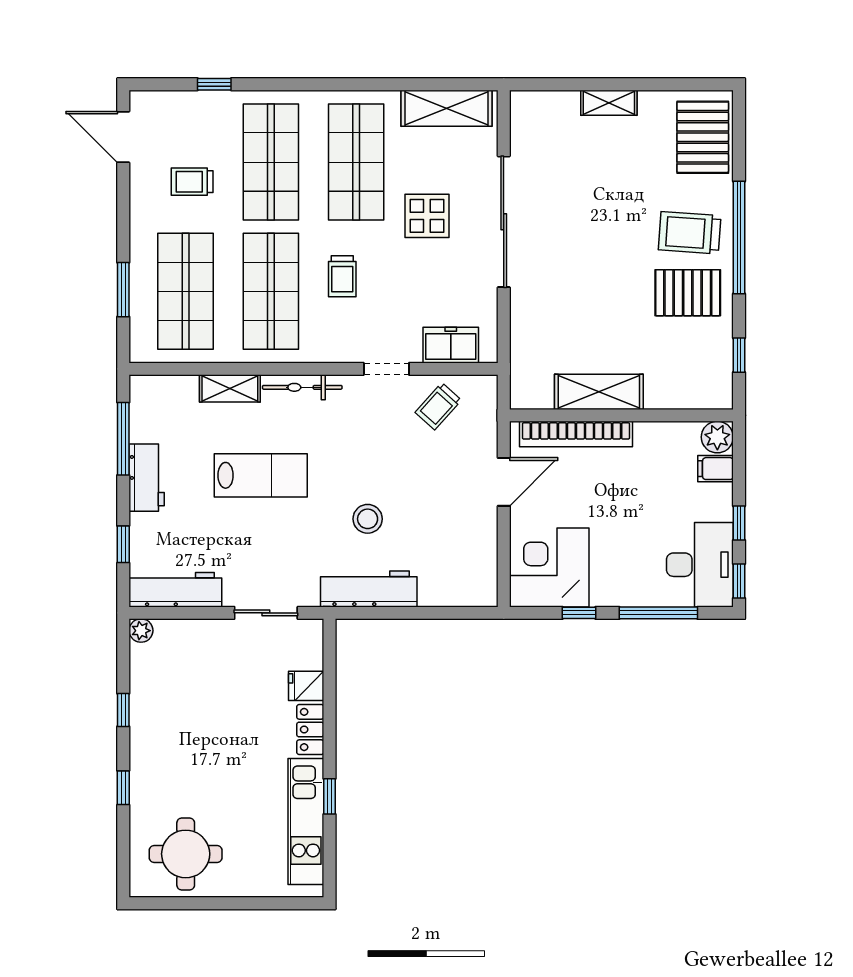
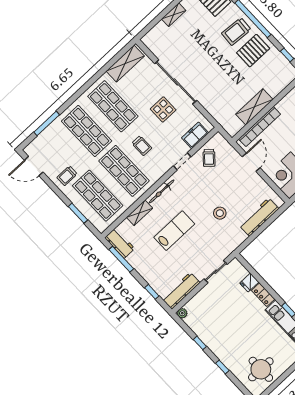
window: (214, 84) -> (47, 123), width x2.17
trolley: (192, 182) -> (67, 176), moved
display table: (427, 216) -> (163, 109), moved
workbench: (147, 478) -> (120, 243), moved
workbench: (369, 589) -> (259, 217), moved

